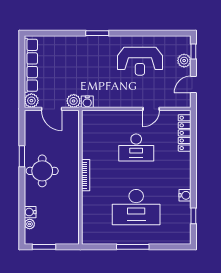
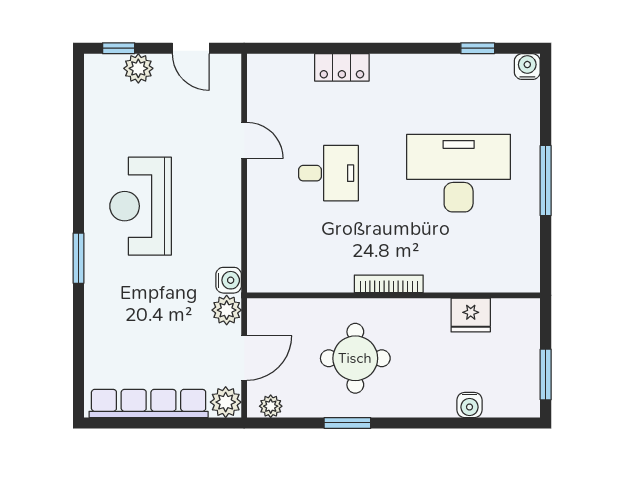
reception desk: (140, 61) -> (141, 206), moved, turned 180
locker: (185, 133) -> (342, 67), moved, width x0.66
desk: (136, 148) -> (328, 173), width x0.73
round table: (42, 171) -> (355, 358), moved
water cooler: (185, 195) -> (527, 67), moved
desk: (136, 207) -> (459, 173), turned -90
fridge: (71, 213) -> (471, 315), added
plant: (30, 224) -> (271, 406), moved

